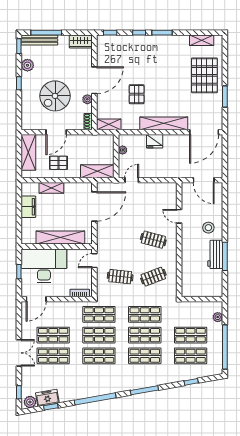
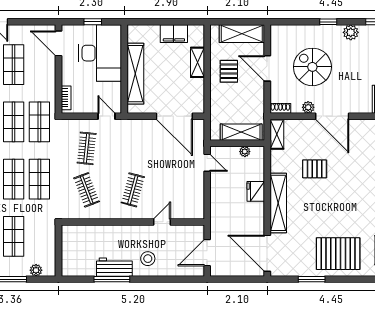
shelving: (97, 171) -> (241, 132), moved, turned 90

